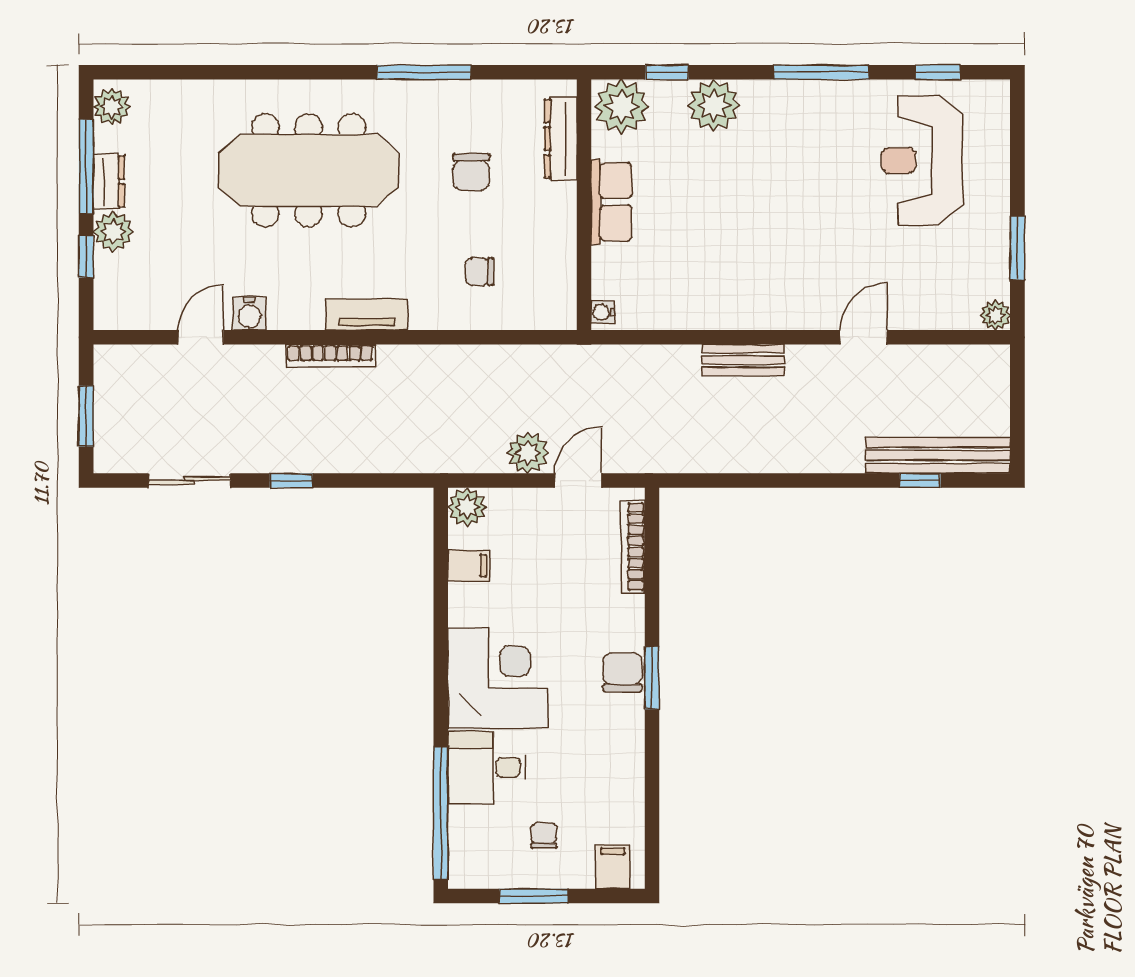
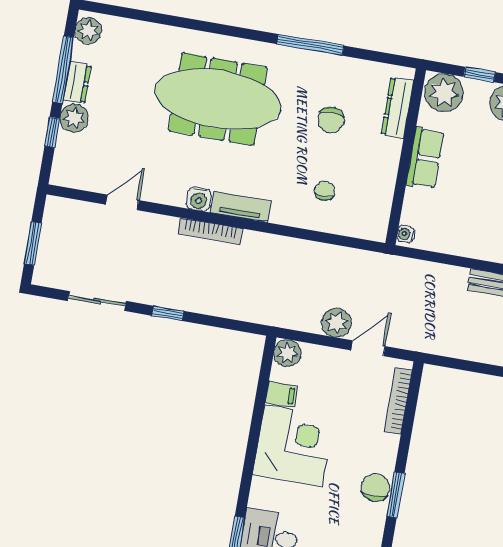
chair: (480, 272) -> (325, 191), turned 90
water cooler: (249, 314) -> (199, 199), moved
corner desk: (498, 678) -> (293, 446), moved

